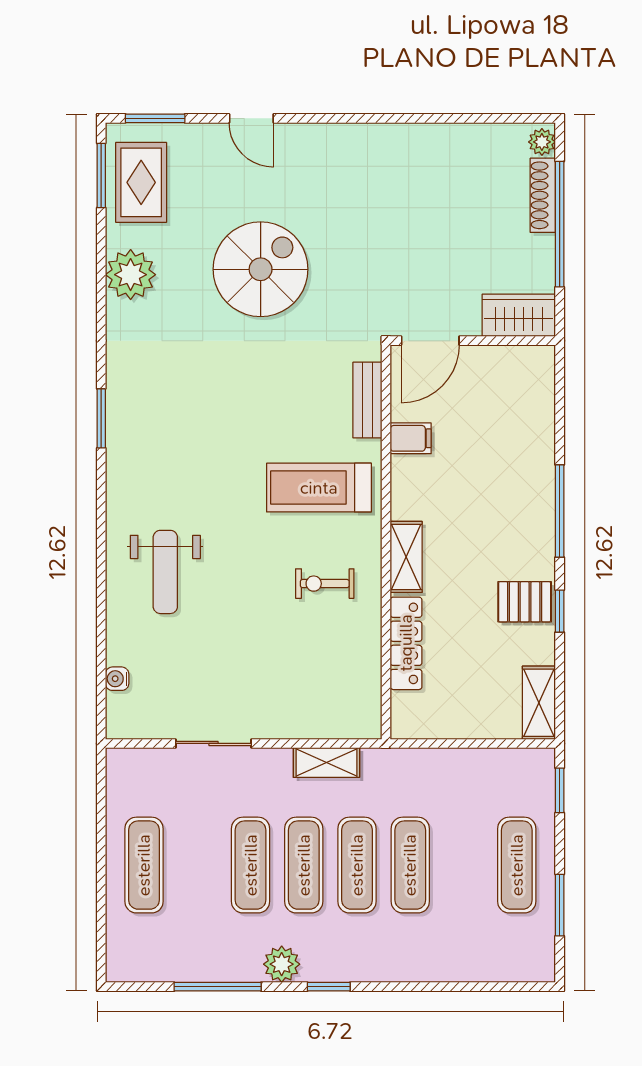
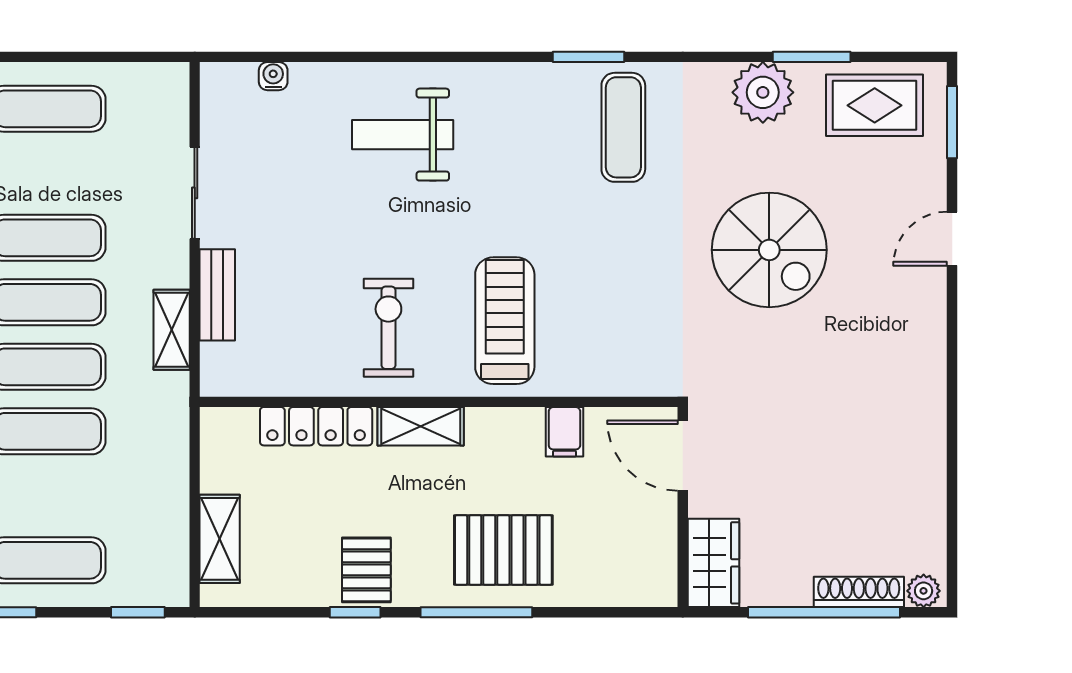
window: (101, 176) -> (812, 57), moved
exercise mat: (159, 390) -> (623, 127), added
bench: (367, 400) -> (217, 295), moved, turned 90
pallet: (508, 489) -> (503, 550), added
exercise bike: (325, 584) -> (388, 328), width x1.38, depth x1.39
shelving: (539, 703) -> (220, 539), moved, turned 90

